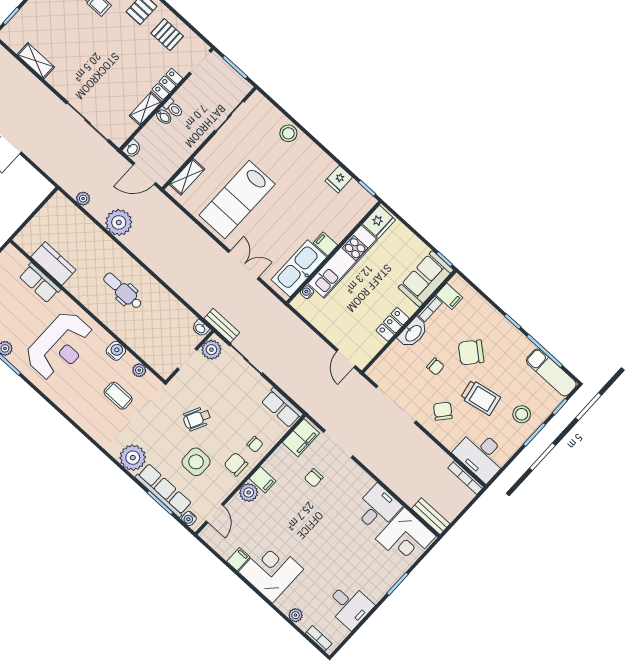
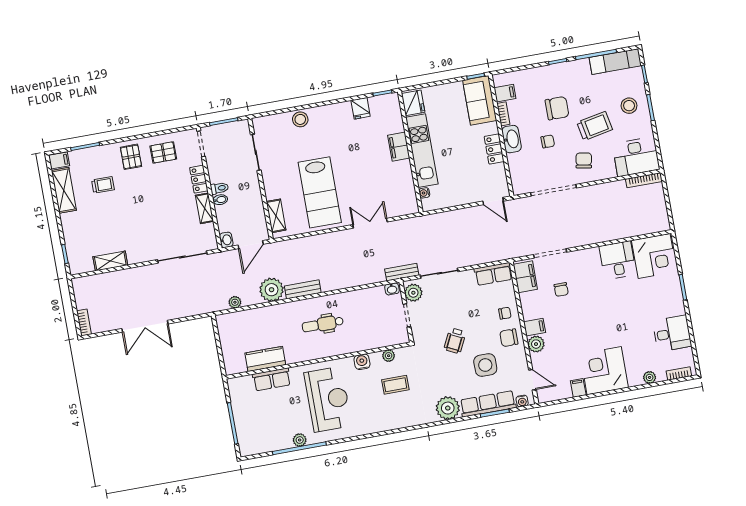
filing cabinet: (326, 244) -> (399, 147), width x2.00
kitchen sink: (299, 268) -> (403, 186), removed
chair: (471, 352) -> (557, 108), turned -130
chair: (443, 411) -> (584, 160), turned 60
bench: (431, 516) -> (303, 289), moved

